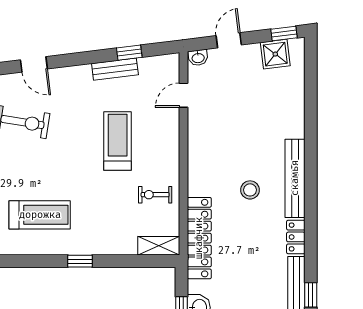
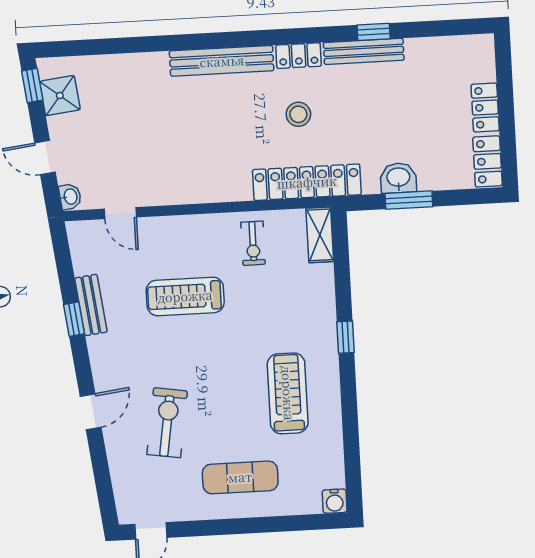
window: (129, 53) -> (74, 319), moved
stool: (250, 190) -> (298, 114), moved

